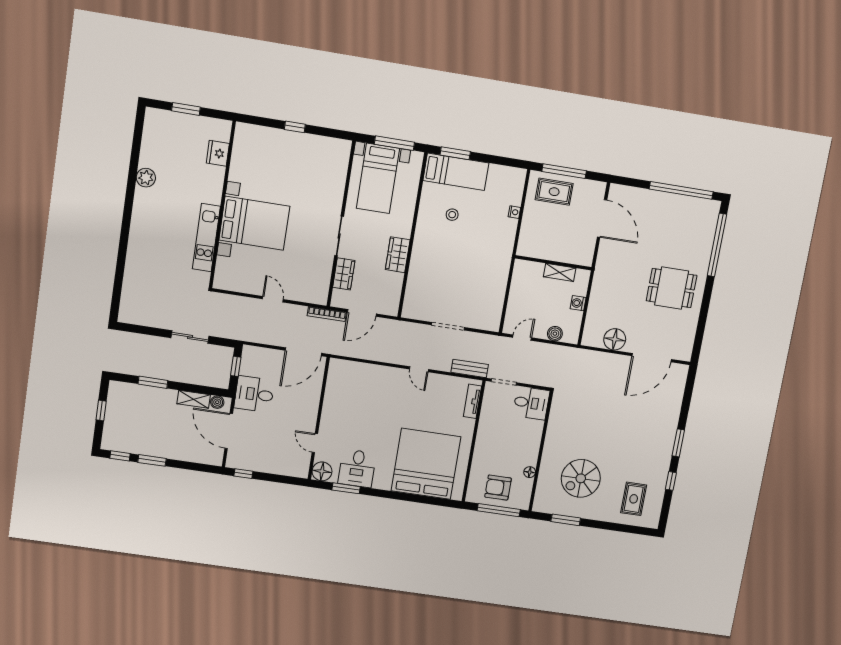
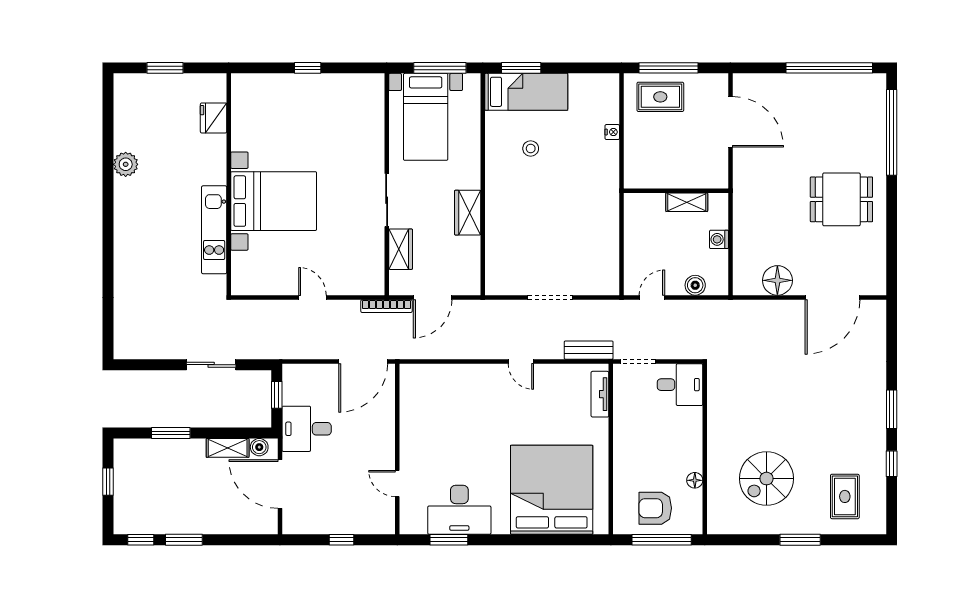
desk: (357, 468) -> (459, 510), width x1.37
floor lamp: (322, 471) -> (413, 521), removed
window: (243, 474) -> (342, 540), moved
window: (566, 520) -> (800, 540), moved

